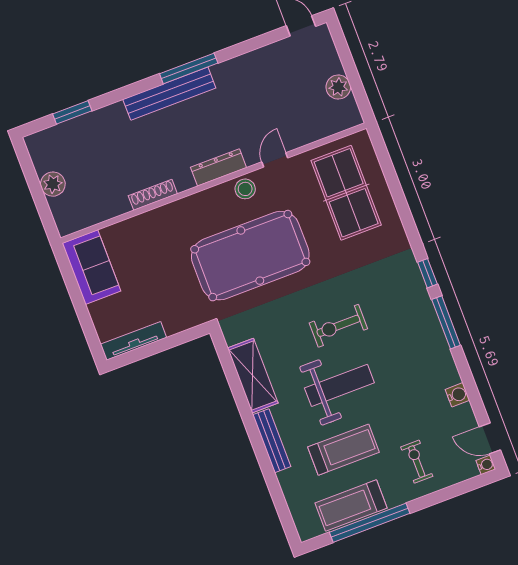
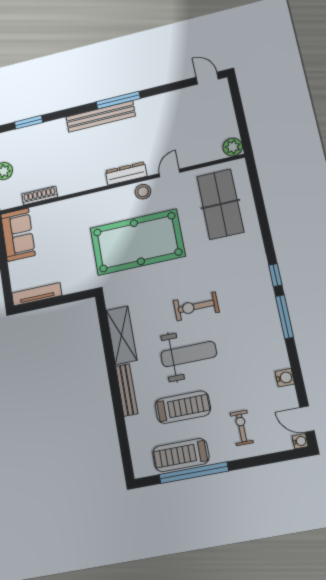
plant: (338, 87) -> (233, 147), moved
shoe rack: (153, 195) -> (40, 196), moved

